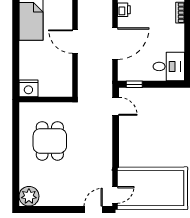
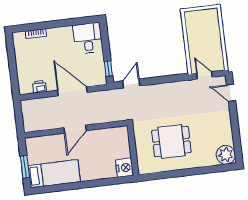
door: (115, 195) -> (204, 75), moved

